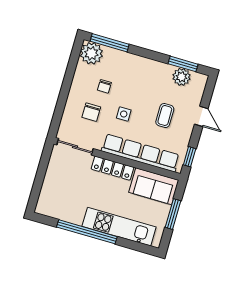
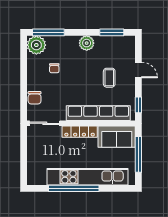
plant: (182, 77) -> (87, 43), moved
chair: (91, 112) -> (35, 98), moved
side table: (124, 114) -> (76, 86), removed
window: (173, 214) -> (138, 154), width x1.44
kitchen unit: (119, 227) -> (87, 177), width x1.36

